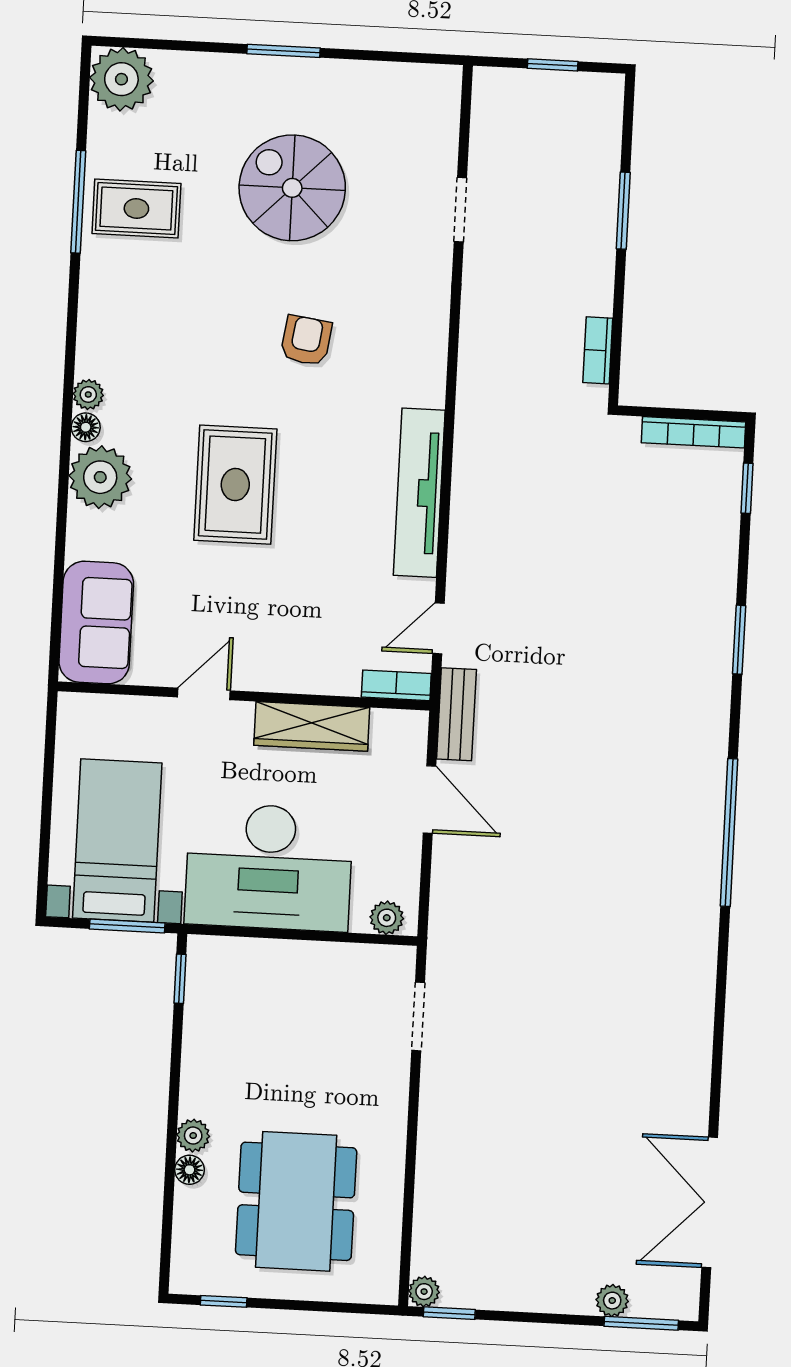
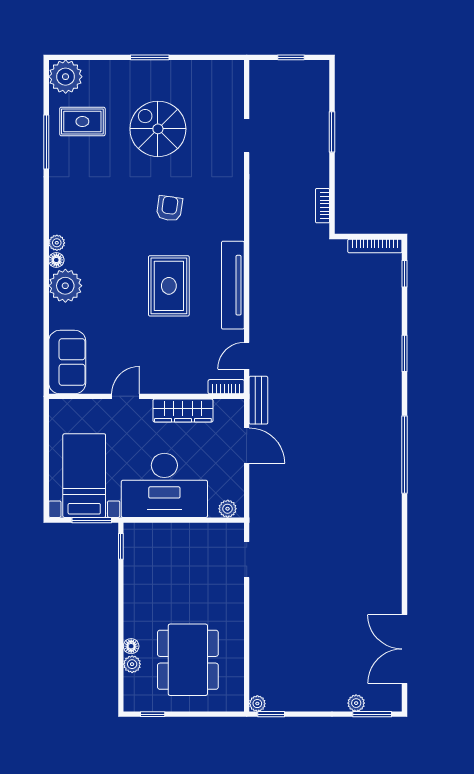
rug: (136, 208) -> (82, 121), moved
rug: (235, 485) -> (169, 286), moved
plant: (193, 1136) -> (132, 664), moved

